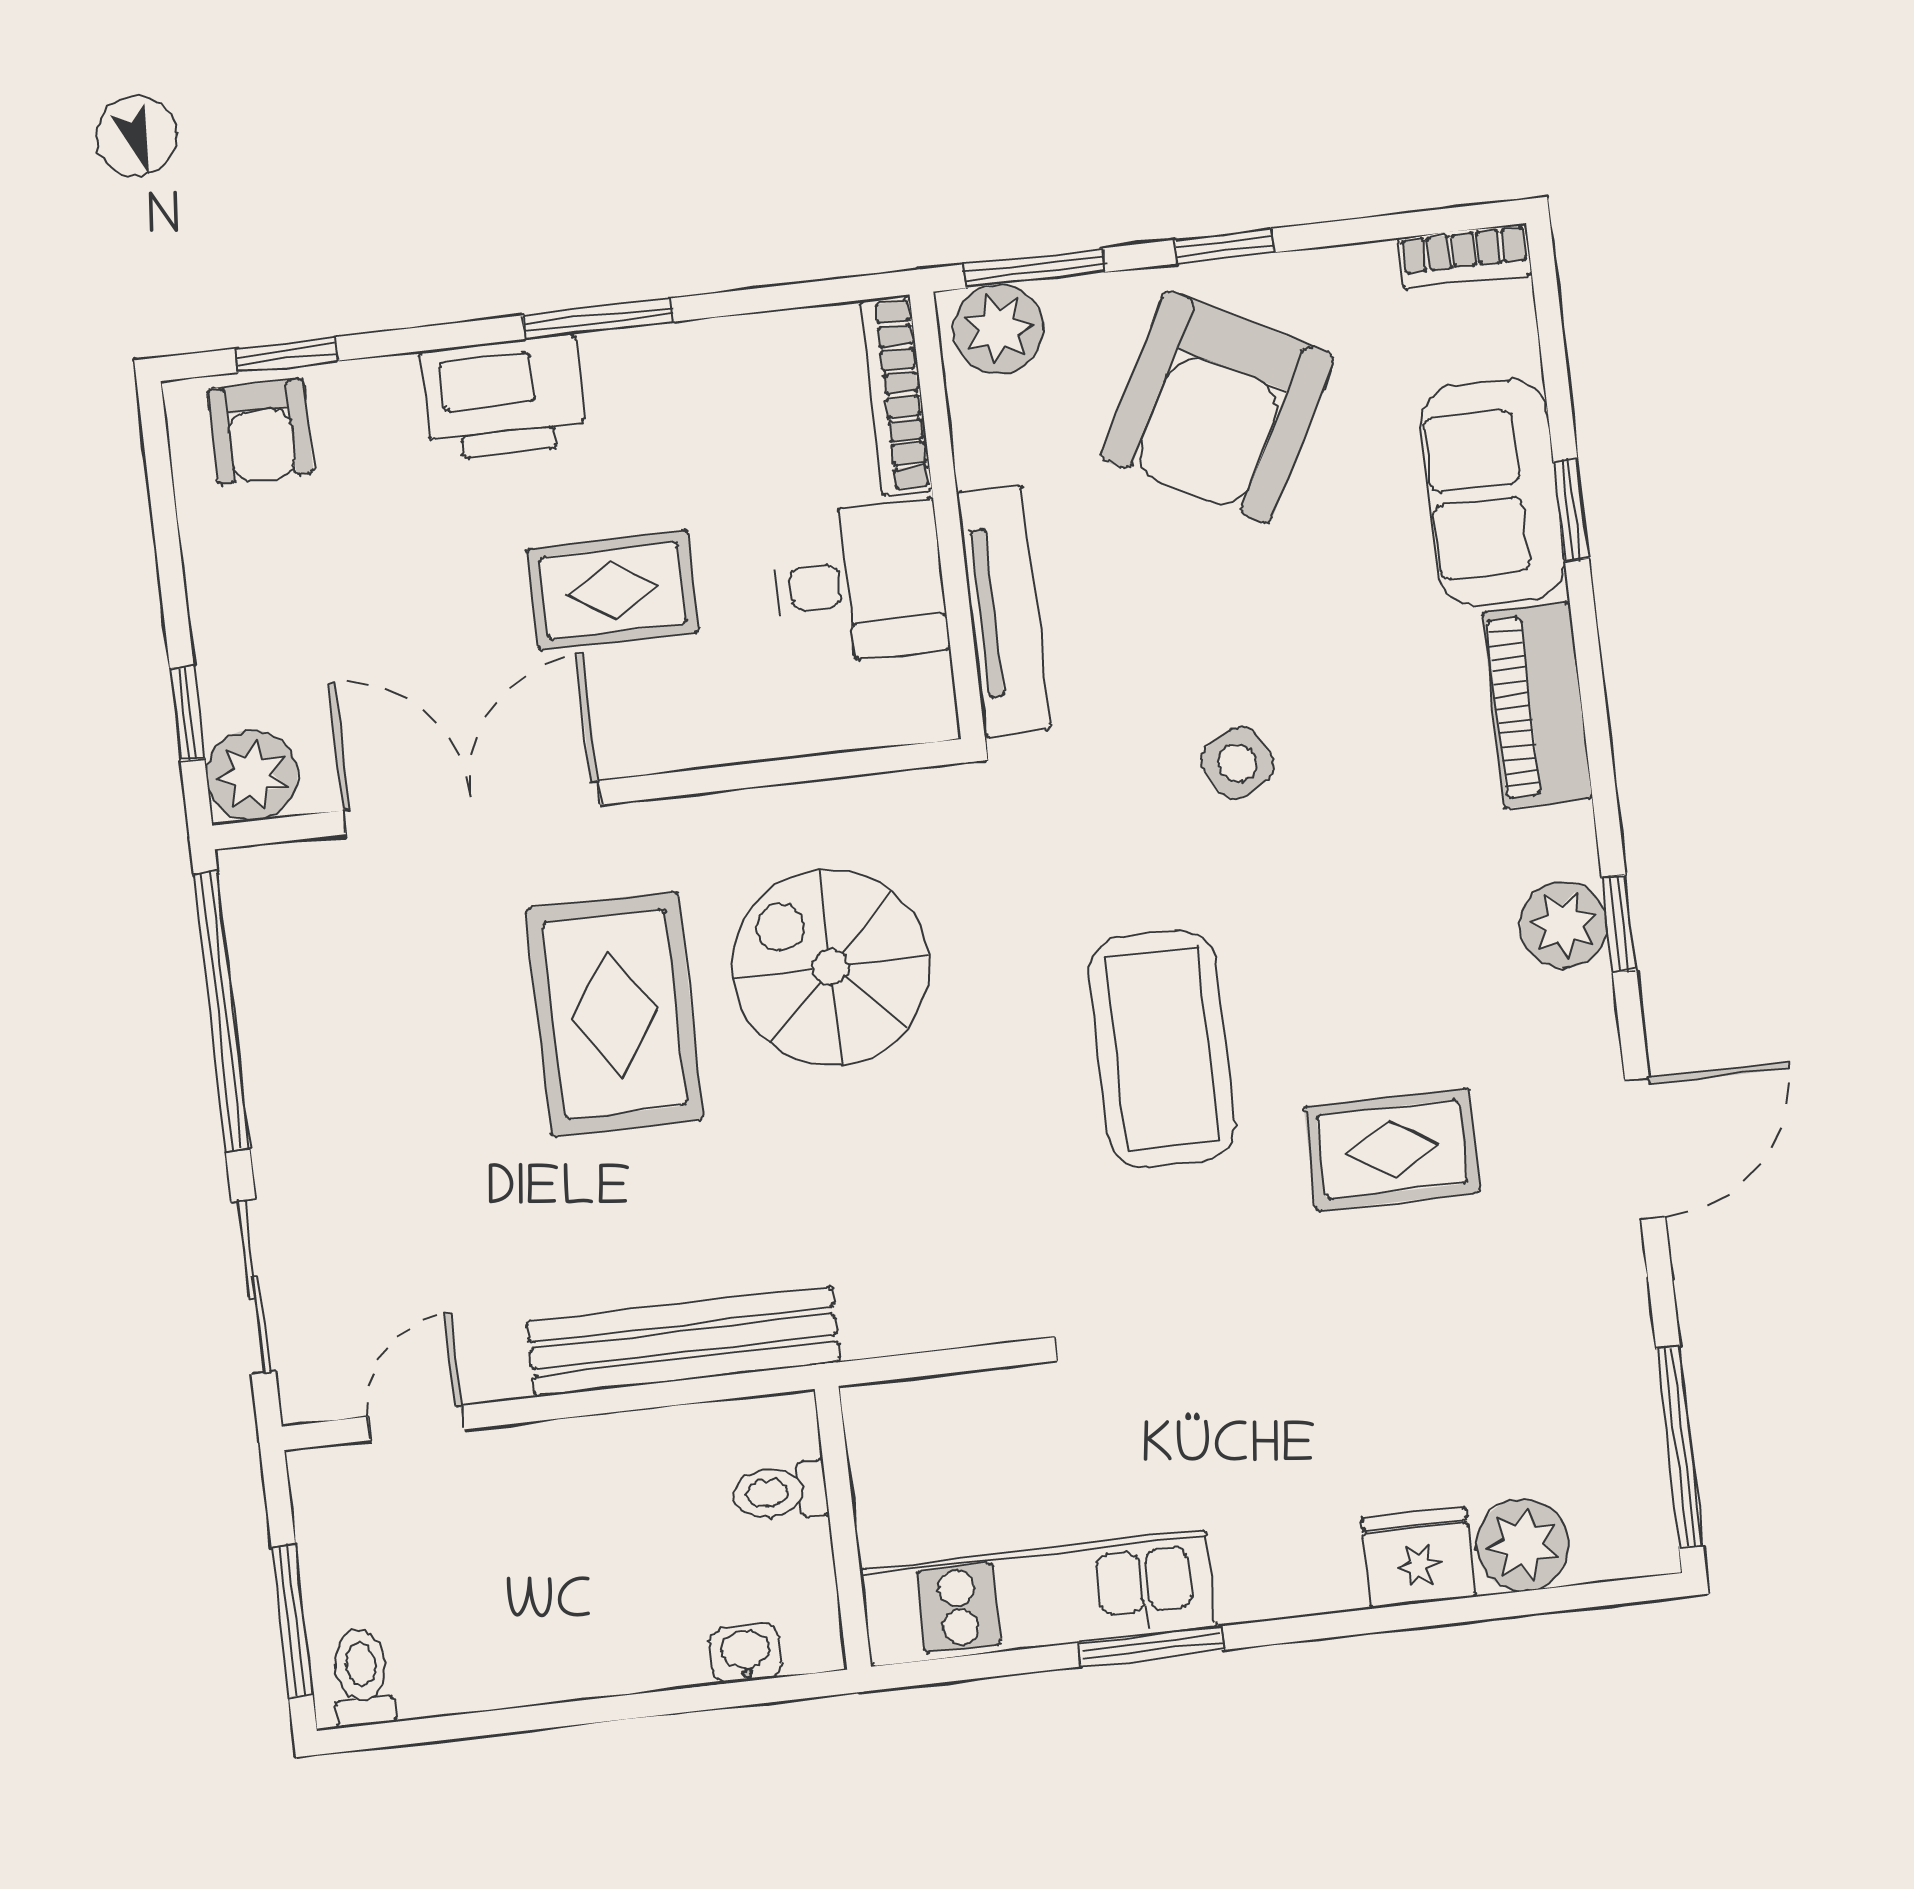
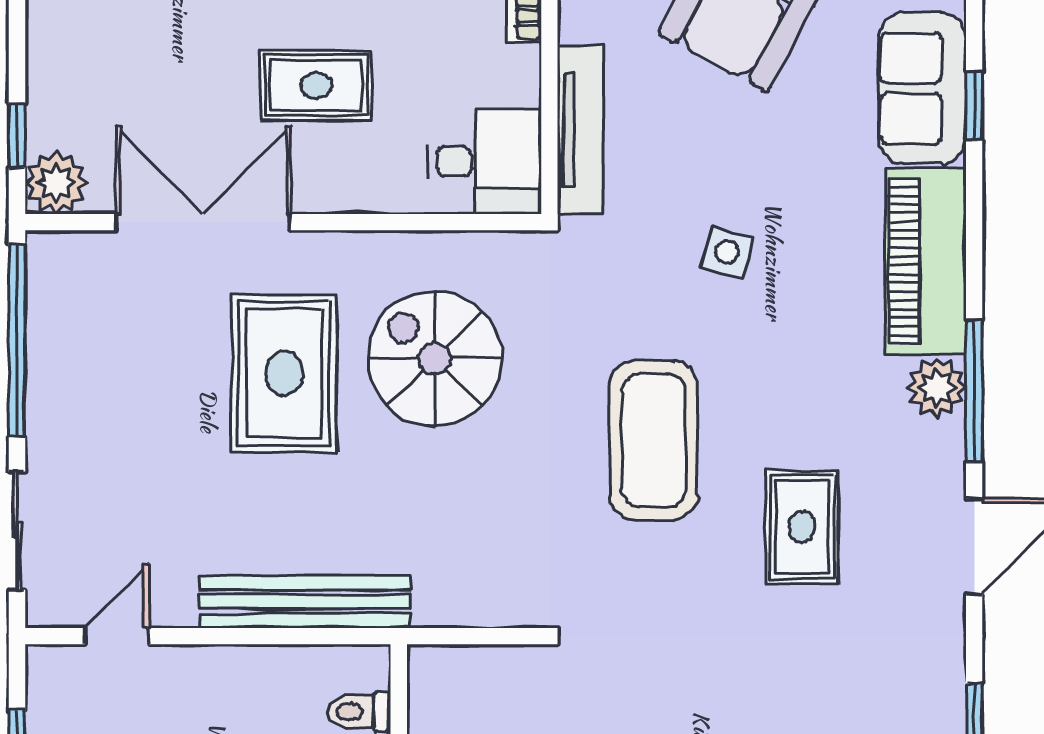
desk: (860, 582) -> (485, 161), moved
piano: (1537, 705) -> (926, 261), width x1.37, depth x1.33
side table: (1237, 763) -> (727, 252), turned 45
window: (1619, 924) -> (974, 391), width x2.17
rug: (1392, 1149) -> (802, 527), turned 90

